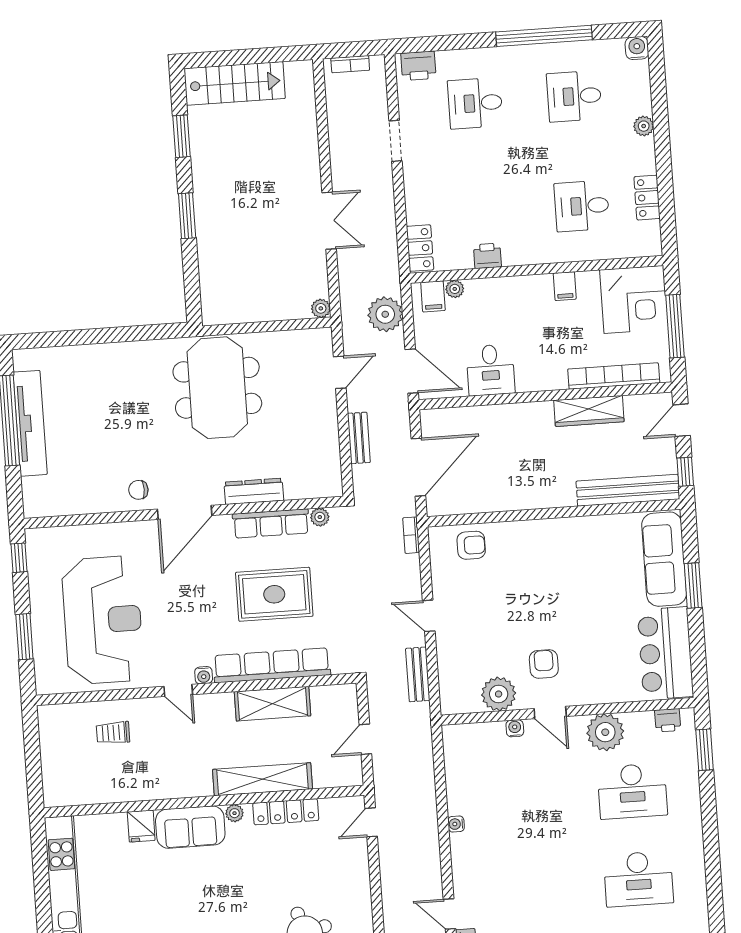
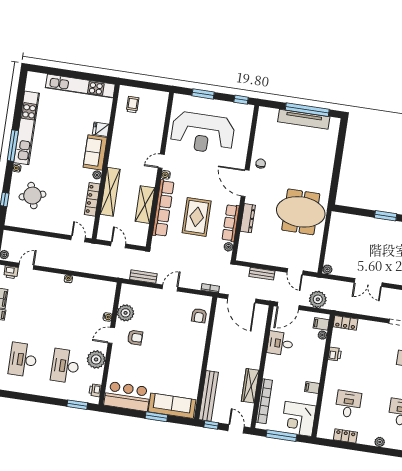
trolley: (113, 733) -> (133, 105), moved

